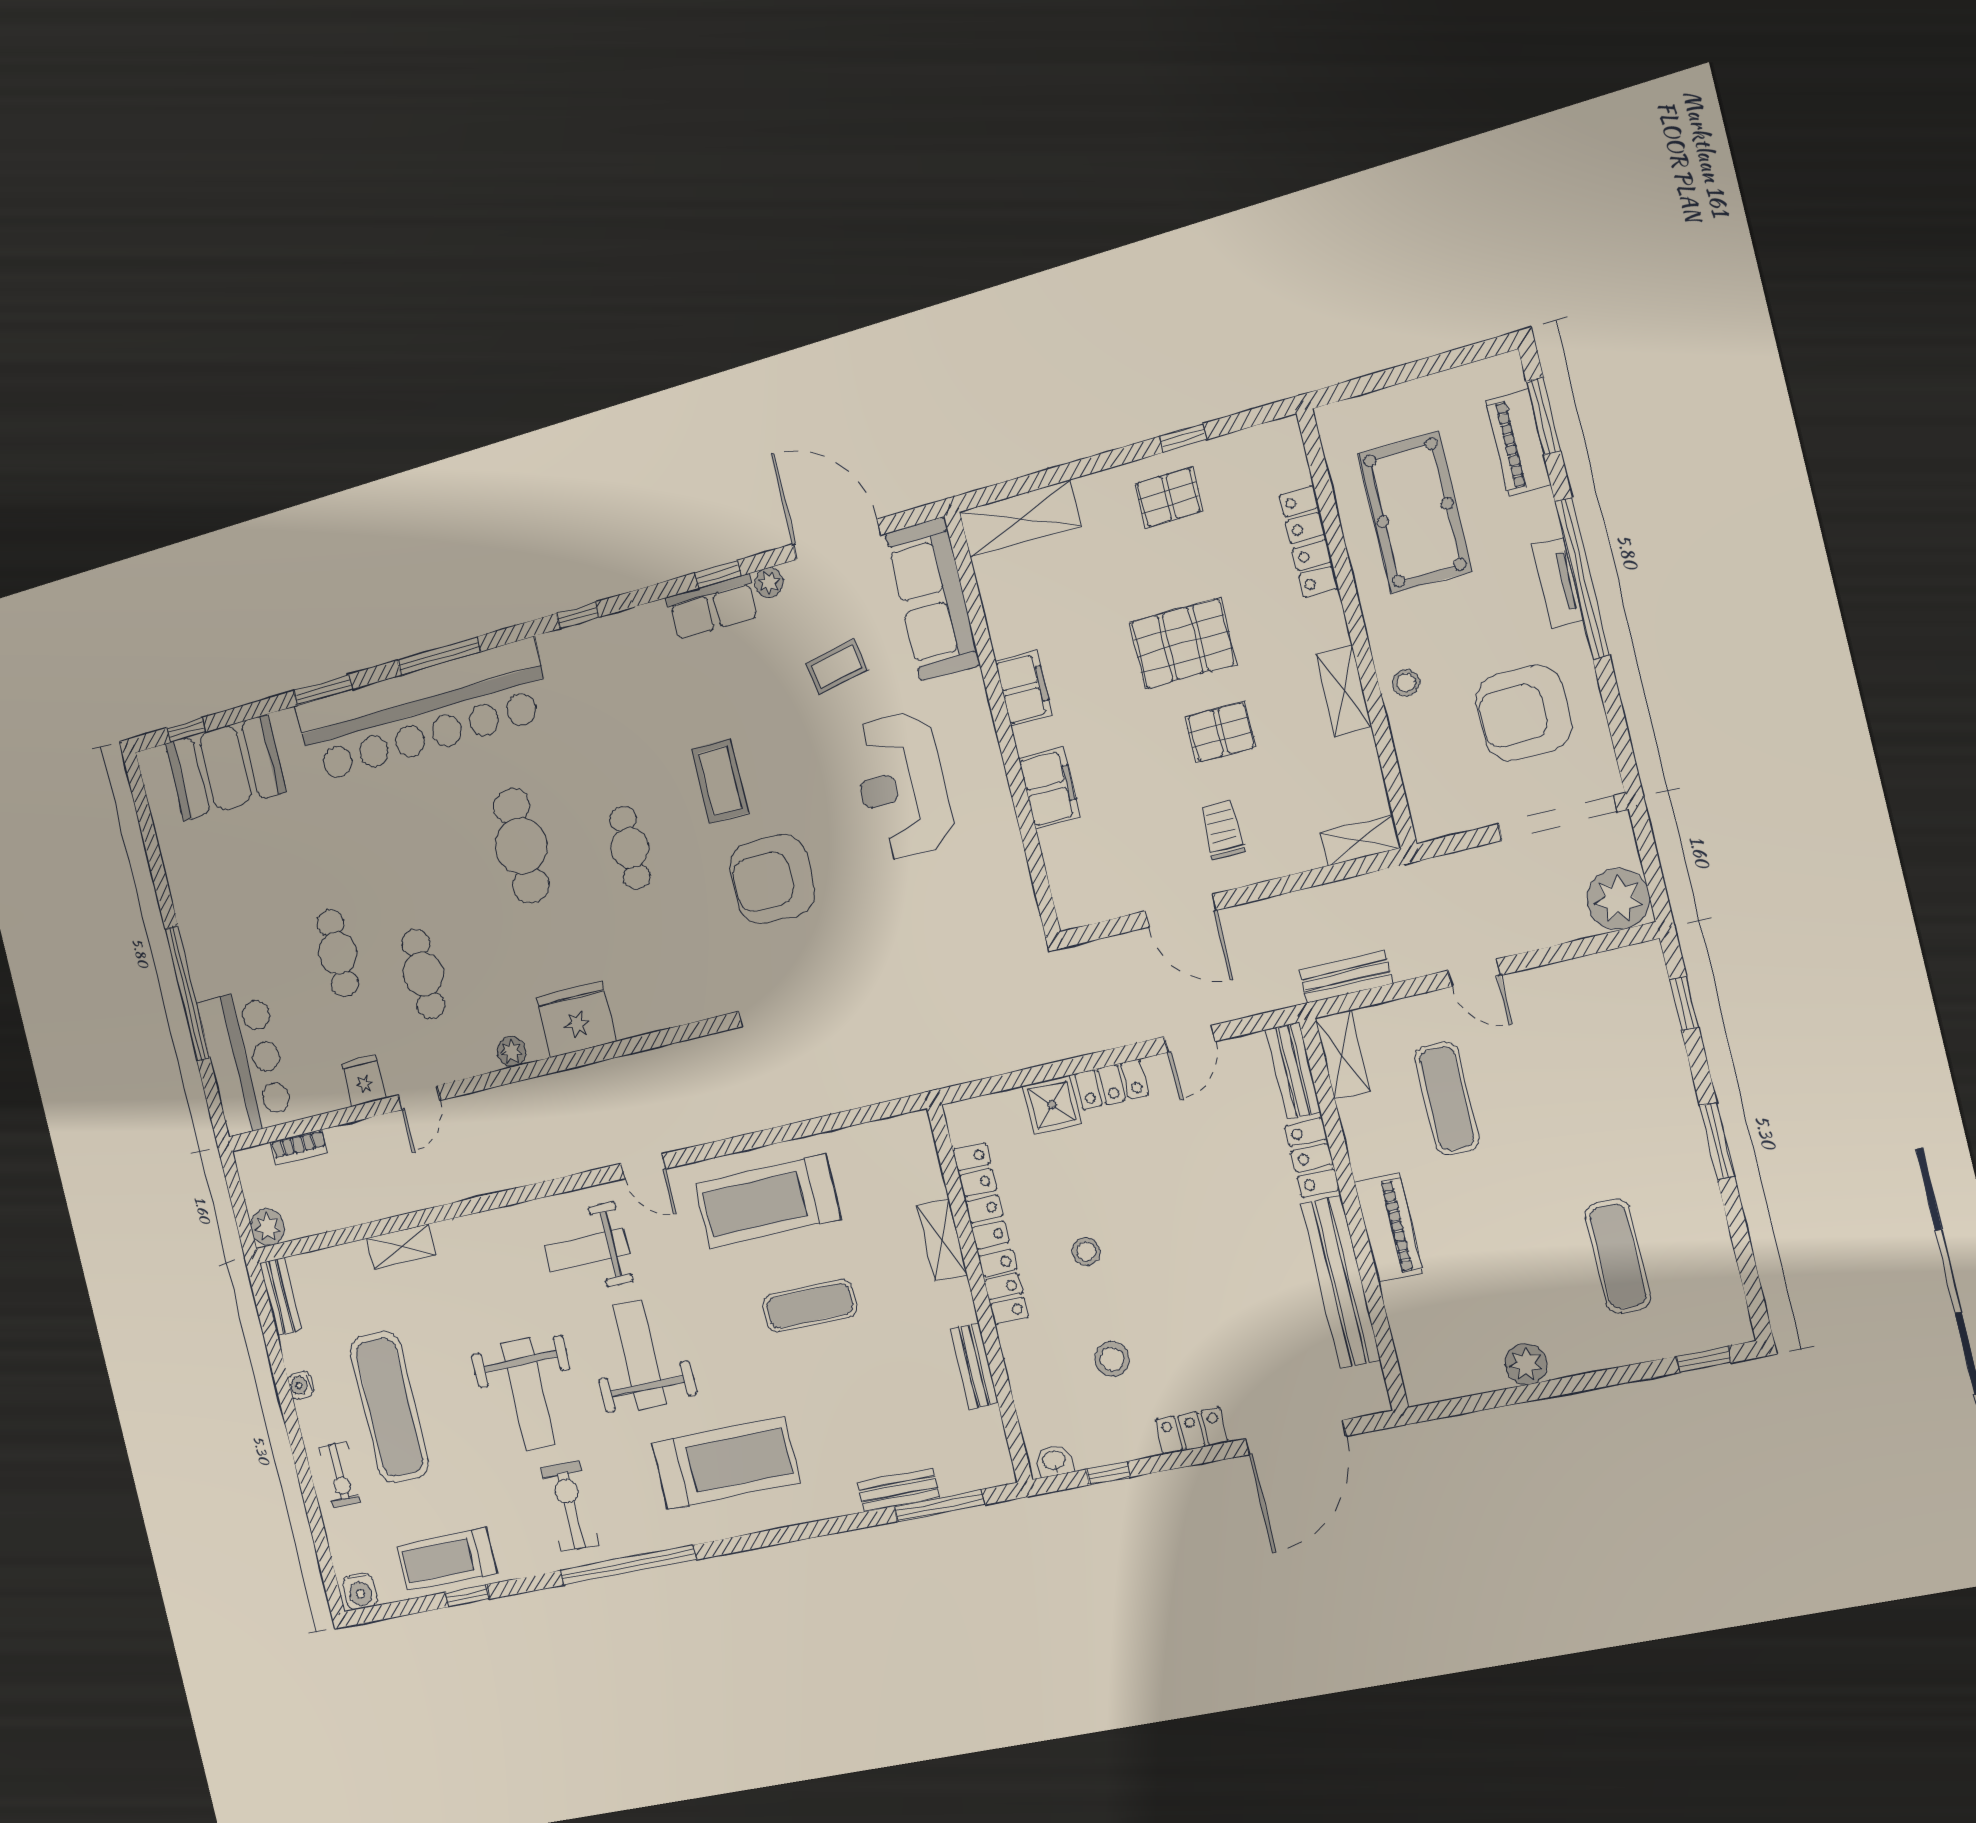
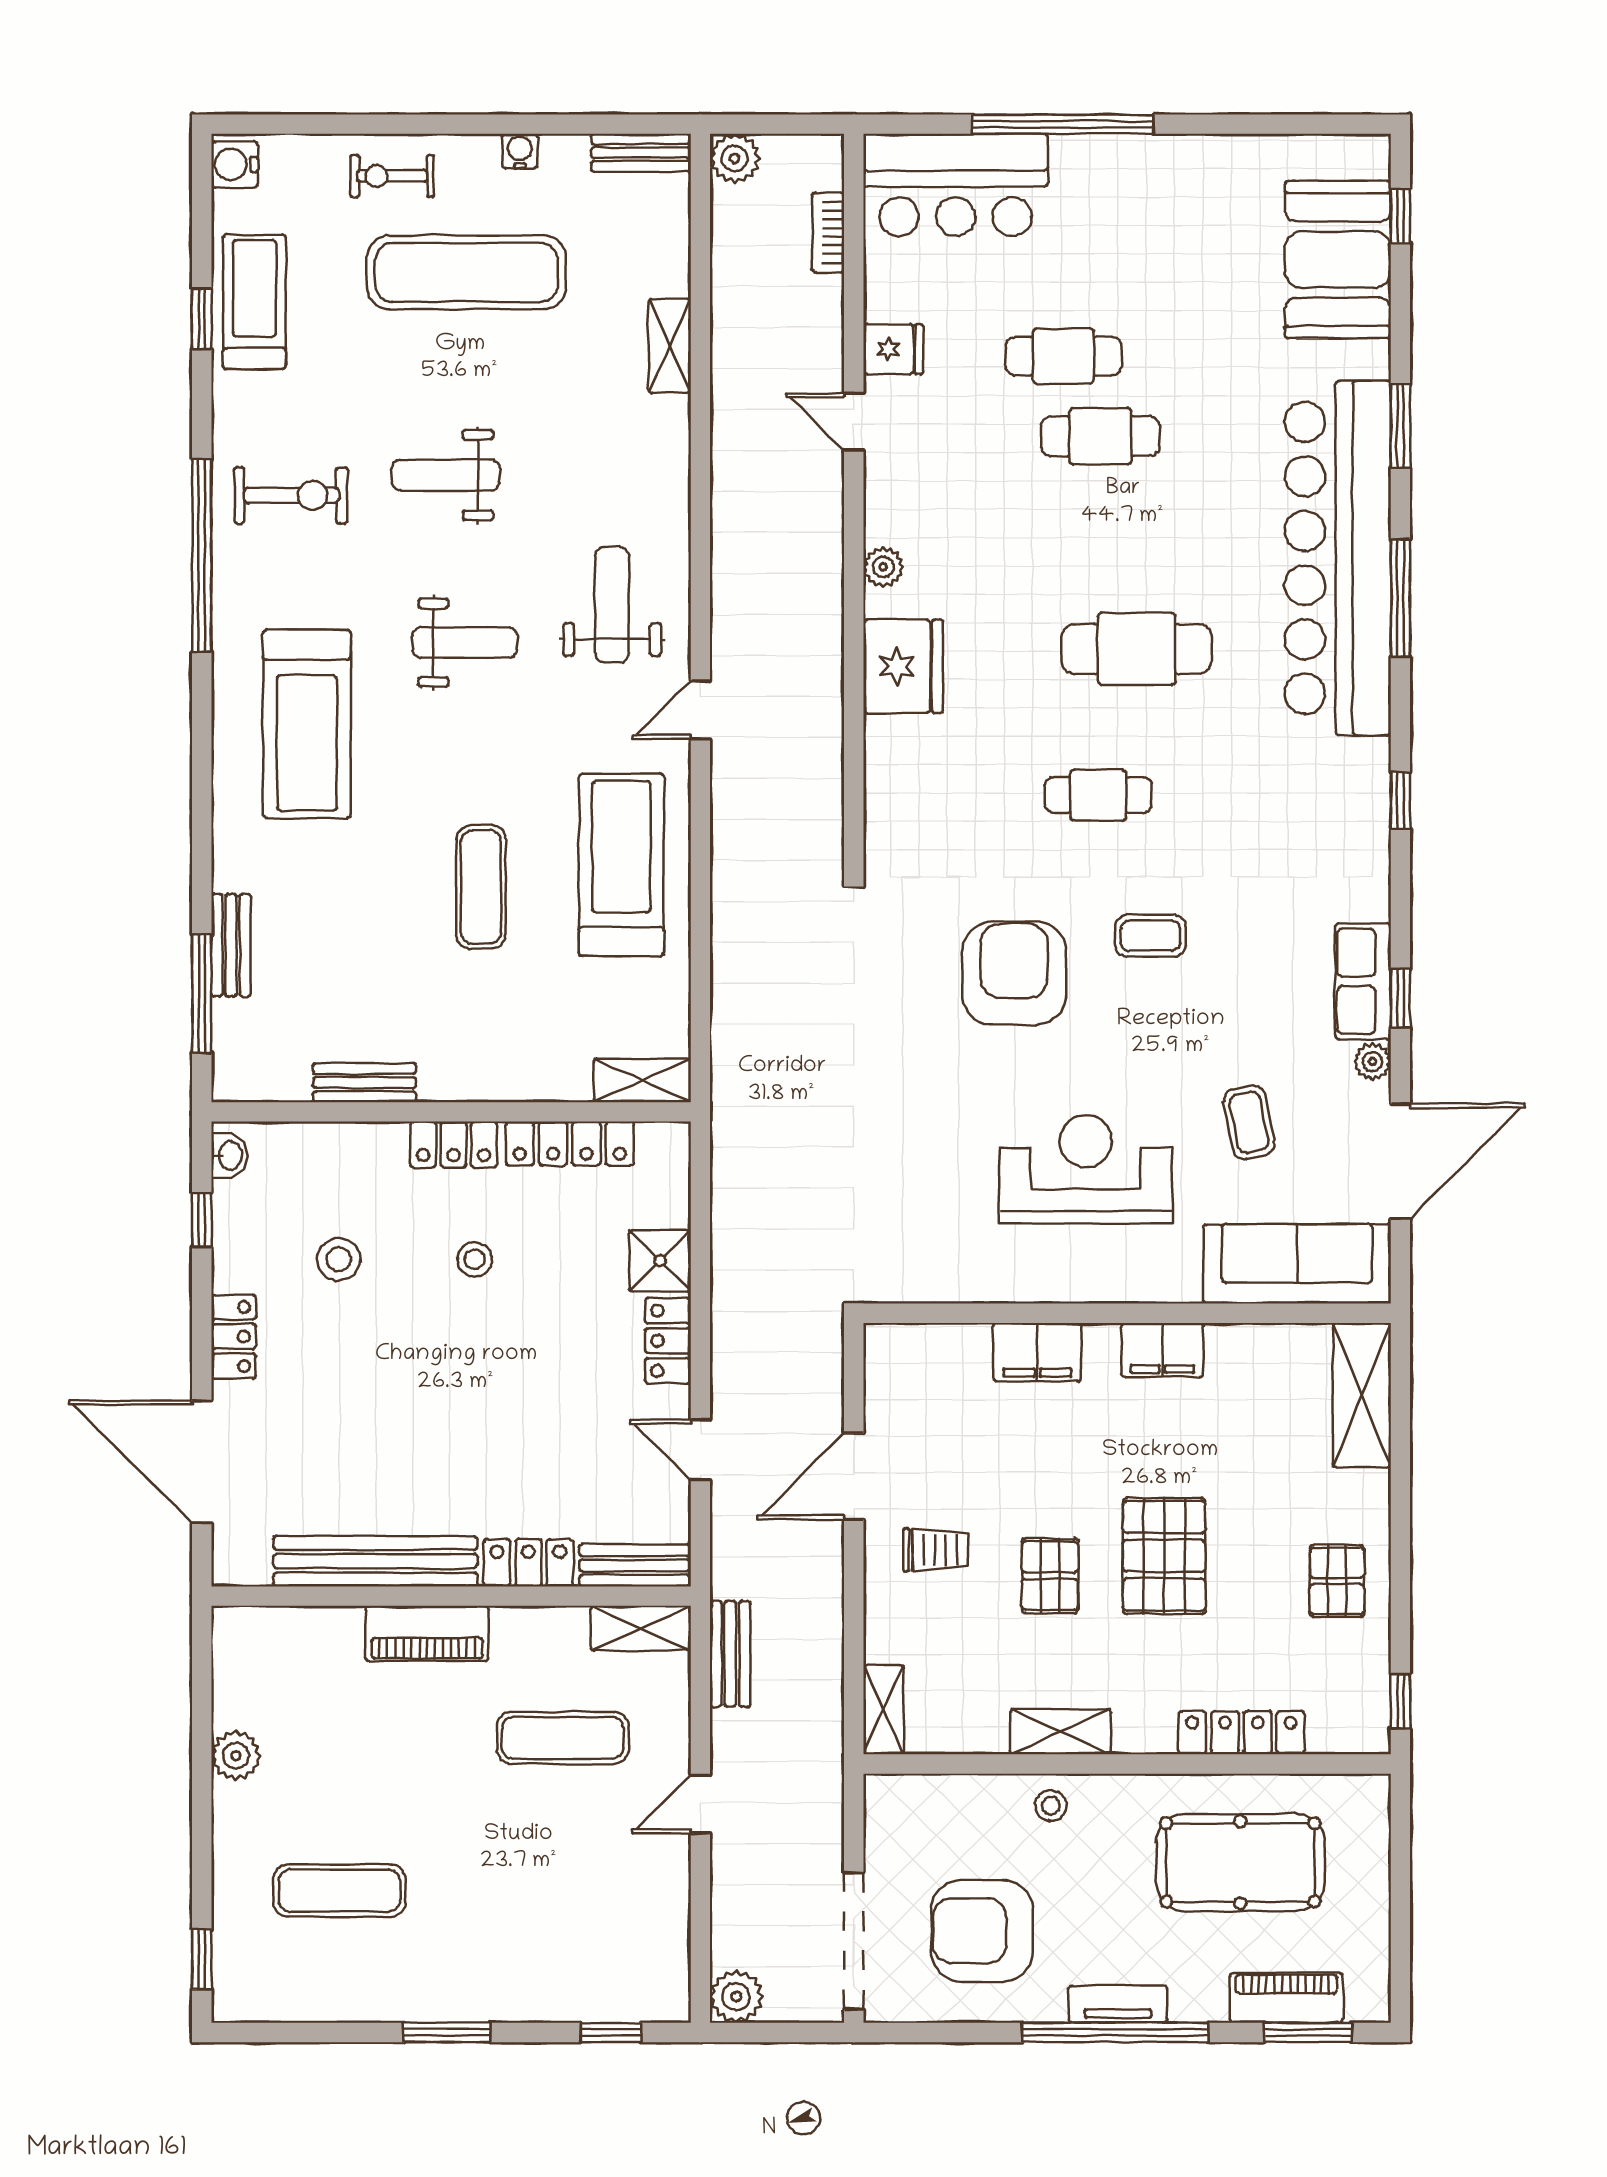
window: (1183, 438) -> (1400, 1701), moved
armchair: (1523, 713) -> (982, 1931), turned -90
coffee table: (720, 781) -> (1150, 936), width x0.73, depth x0.77
plant: (1618, 899) -> (736, 1997), width x0.73, depth x0.73
cafe table: (423, 974) -> (1100, 436), moved
shelving: (942, 1240) -> (642, 1080), moved
weight bench: (640, 1355) -> (465, 643), width x0.73, depth x0.75
weight bench: (528, 1394) -> (446, 475), width x0.73, depth x0.75

